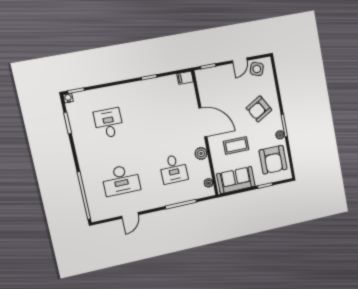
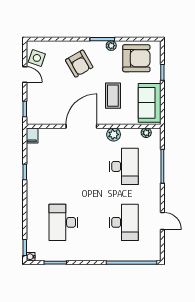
desk: (109, 123) -> (63, 222), width x1.37
desk: (174, 169) -> (124, 166), width x1.37

